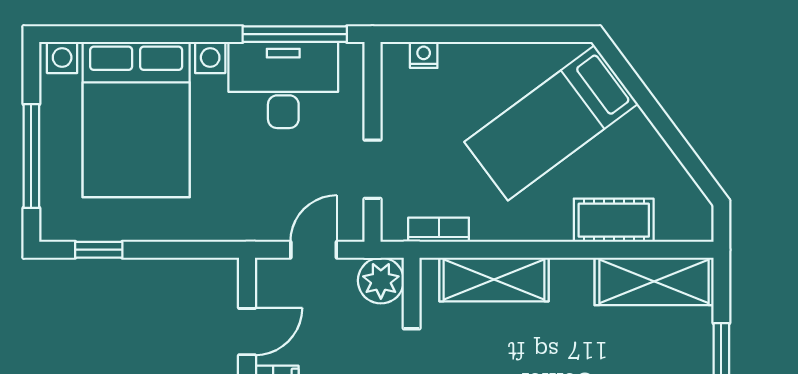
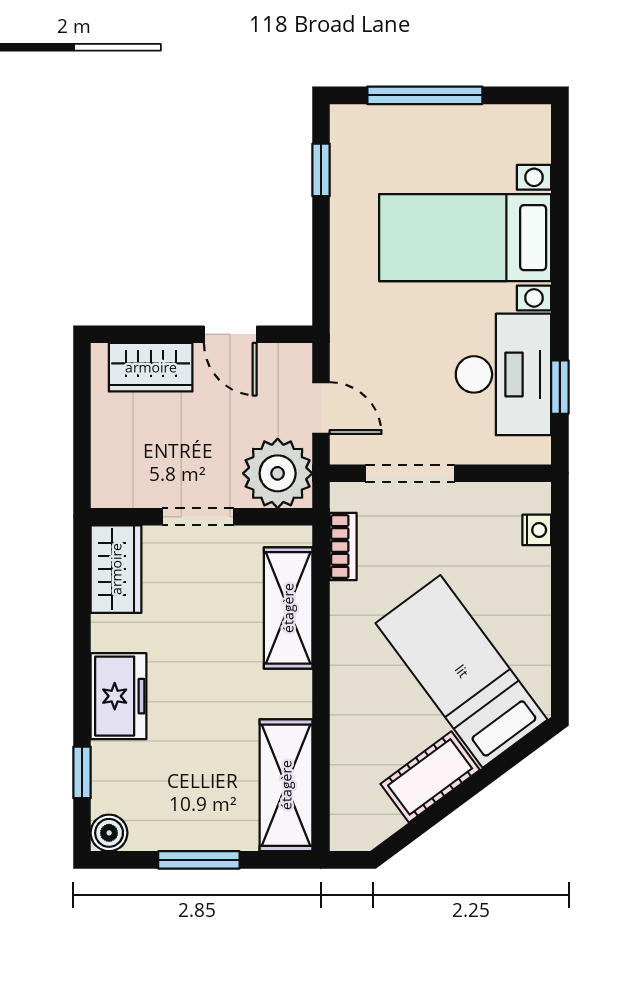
window: (295, 34) -> (560, 387), width x0.46
bed with nightstands: (136, 120) -> (465, 238), width x0.73
doorway: (372, 169) -> (410, 473), width x1.38
cot: (614, 220) -> (430, 777), moved, turned 53
plant: (381, 281) -> (278, 473), width x1.36, depth x1.36

